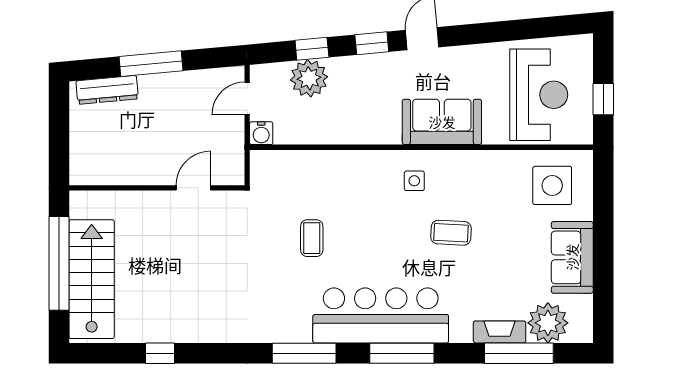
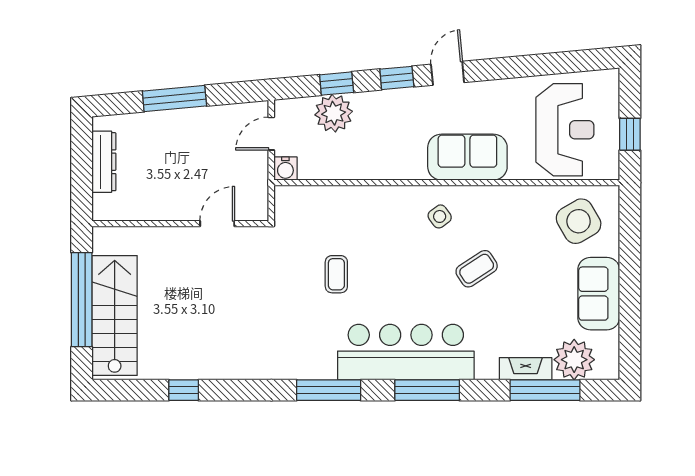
dresser: (107, 90) -> (104, 162), moved, turned -85
side table: (414, 181) -> (440, 216), turned -36
side table: (552, 185) -> (579, 221), turned -30
coffee table: (451, 233) -> (477, 269), turned -36

